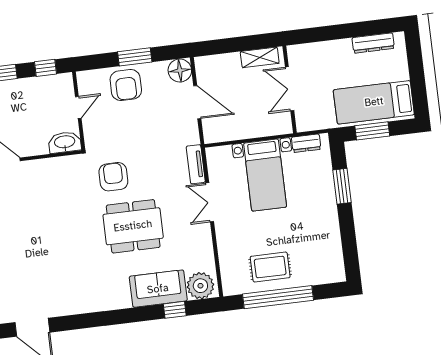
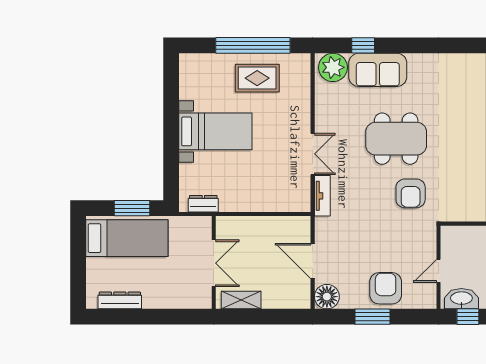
washbasin: (65, 142) -> (461, 299), moved, turned 180
bed with nightstands: (265, 175) -> (215, 131), moved, turned 90
window: (342, 186) -> (171, 154), removed

